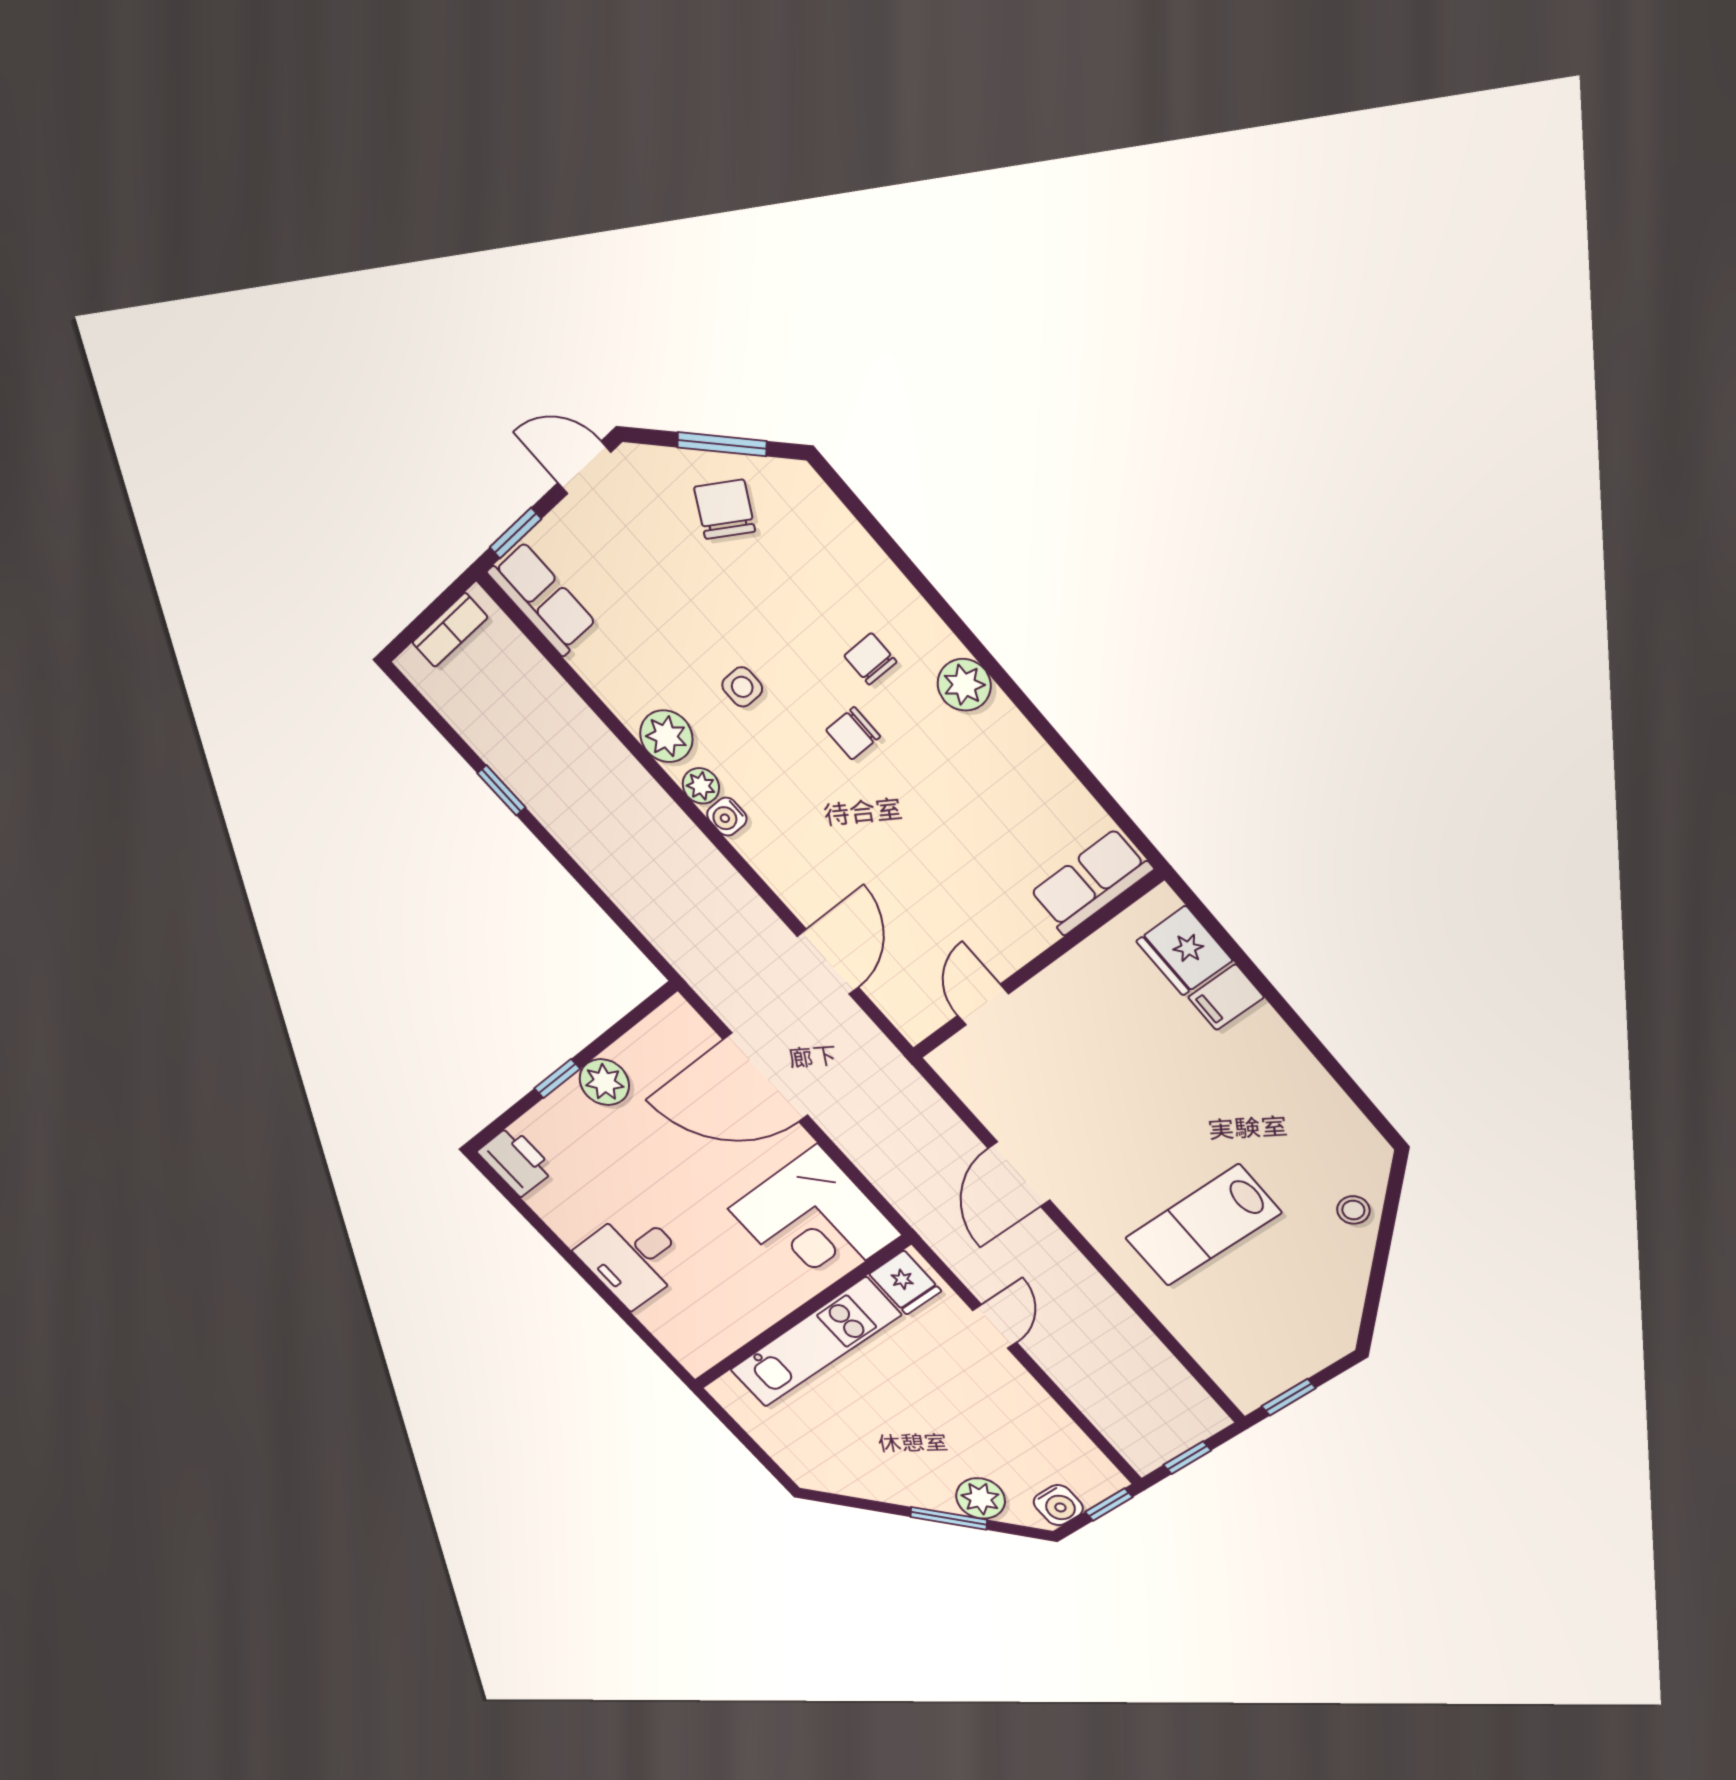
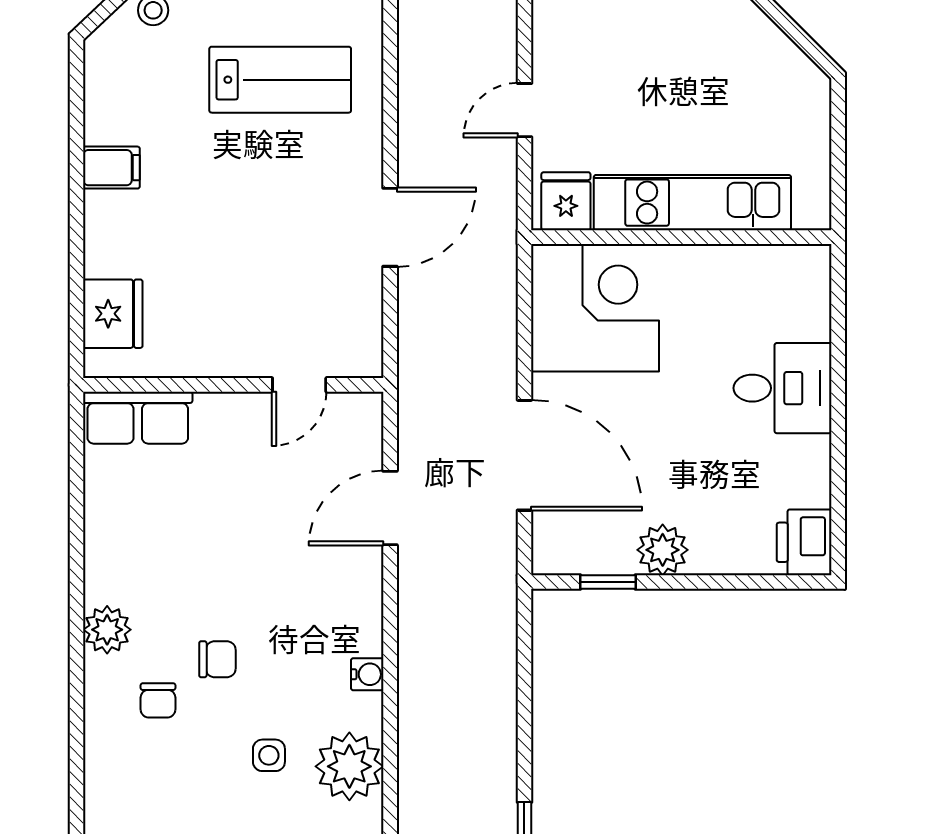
plant: (666, 736) -> (349, 766), width x1.36, depth x1.36
plant: (701, 786) -> (366, 711), removed
filing cabinet: (1226, 997) -> (111, 168), moved
window: (557, 1079) -> (608, 582), moved

